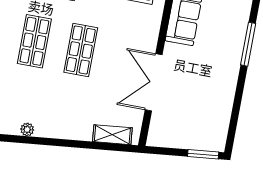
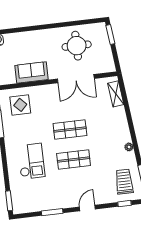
window: (248, 44) -> (34, 28), removed
round table: (202, 99) -> (77, 46), added

